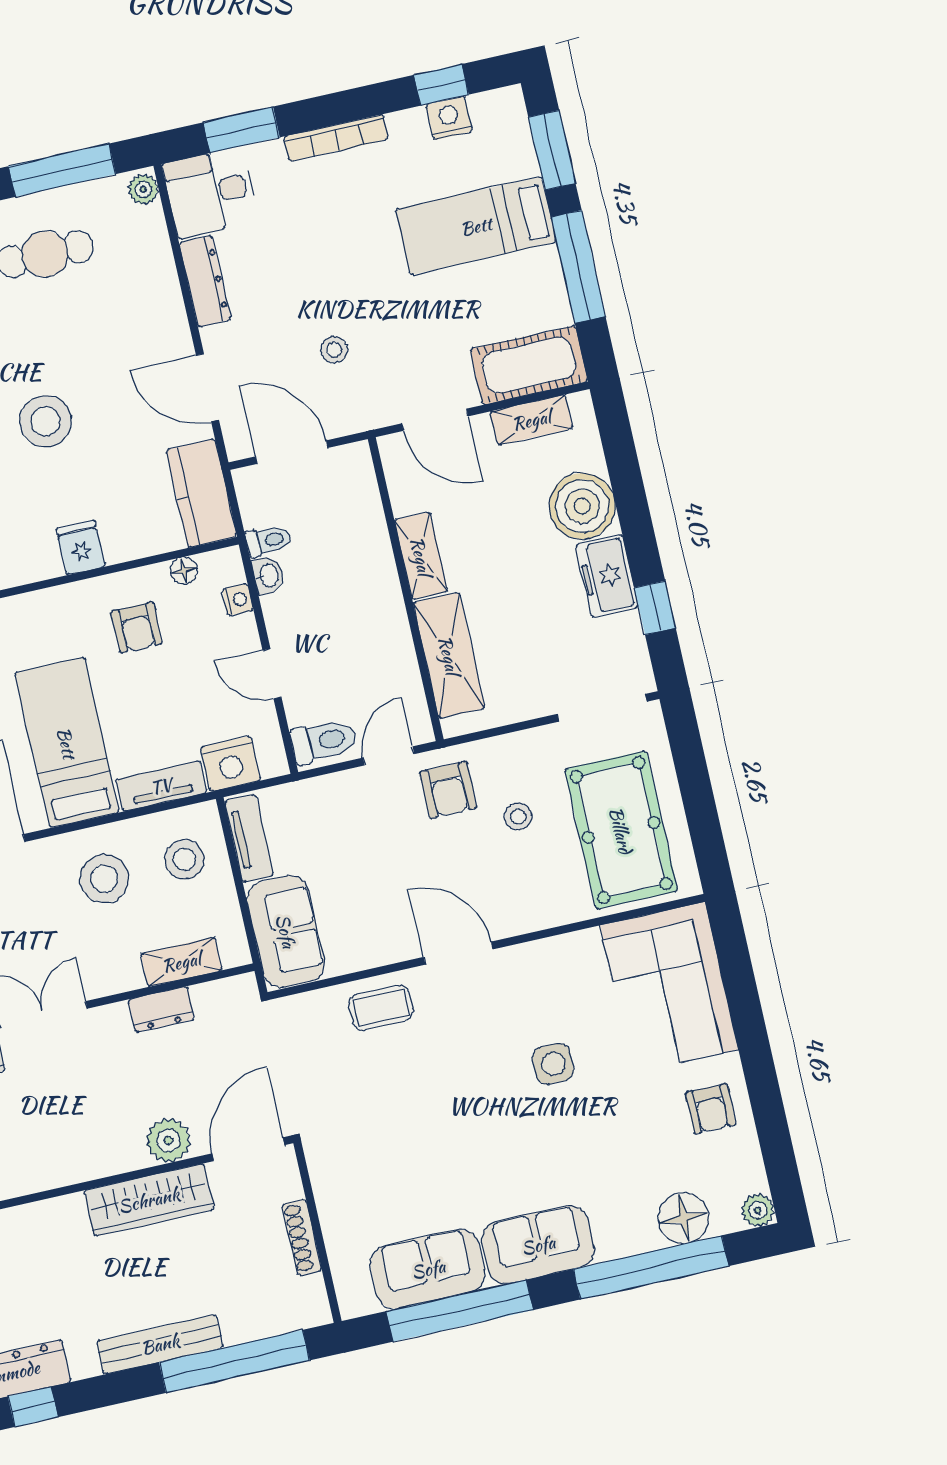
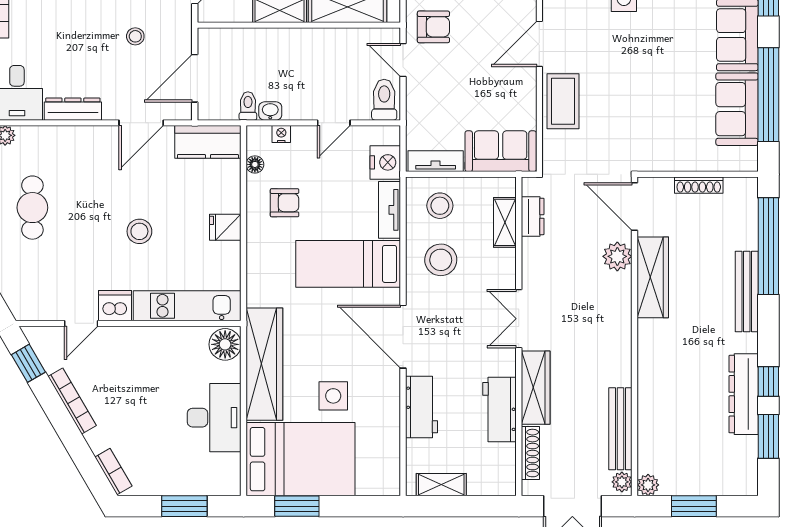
stool: (46, 421) -> (139, 231), width x0.73, depth x0.73
coffee table: (381, 1008) -> (563, 101), width x1.36, depth x1.30
dresser: (161, 1009) -> (533, 216), moved

